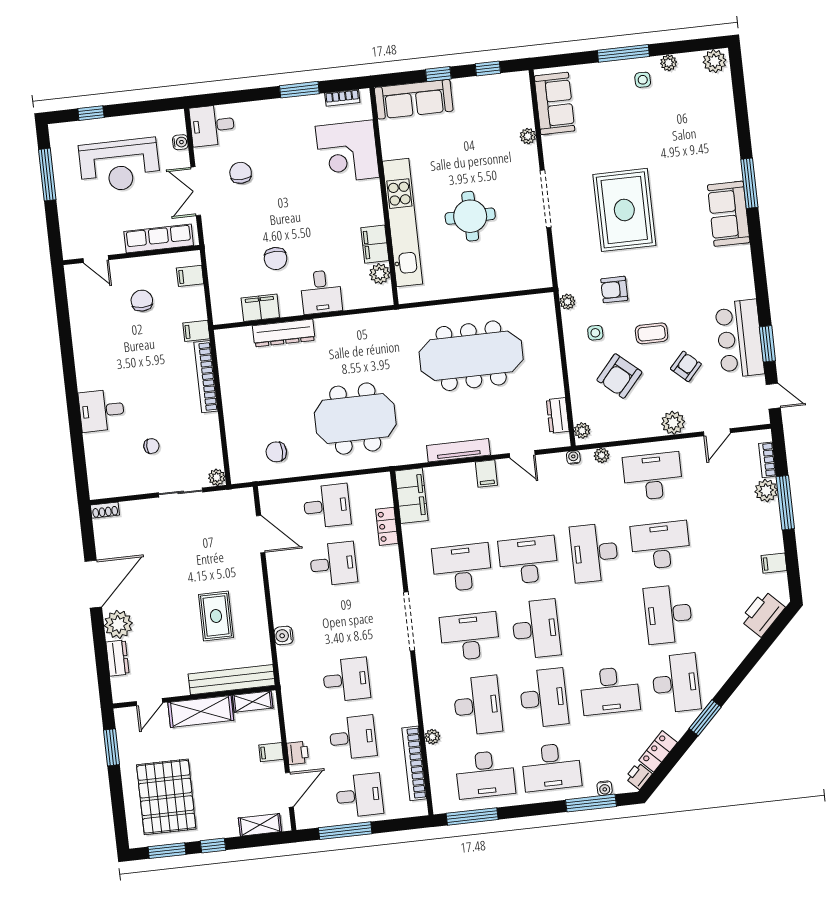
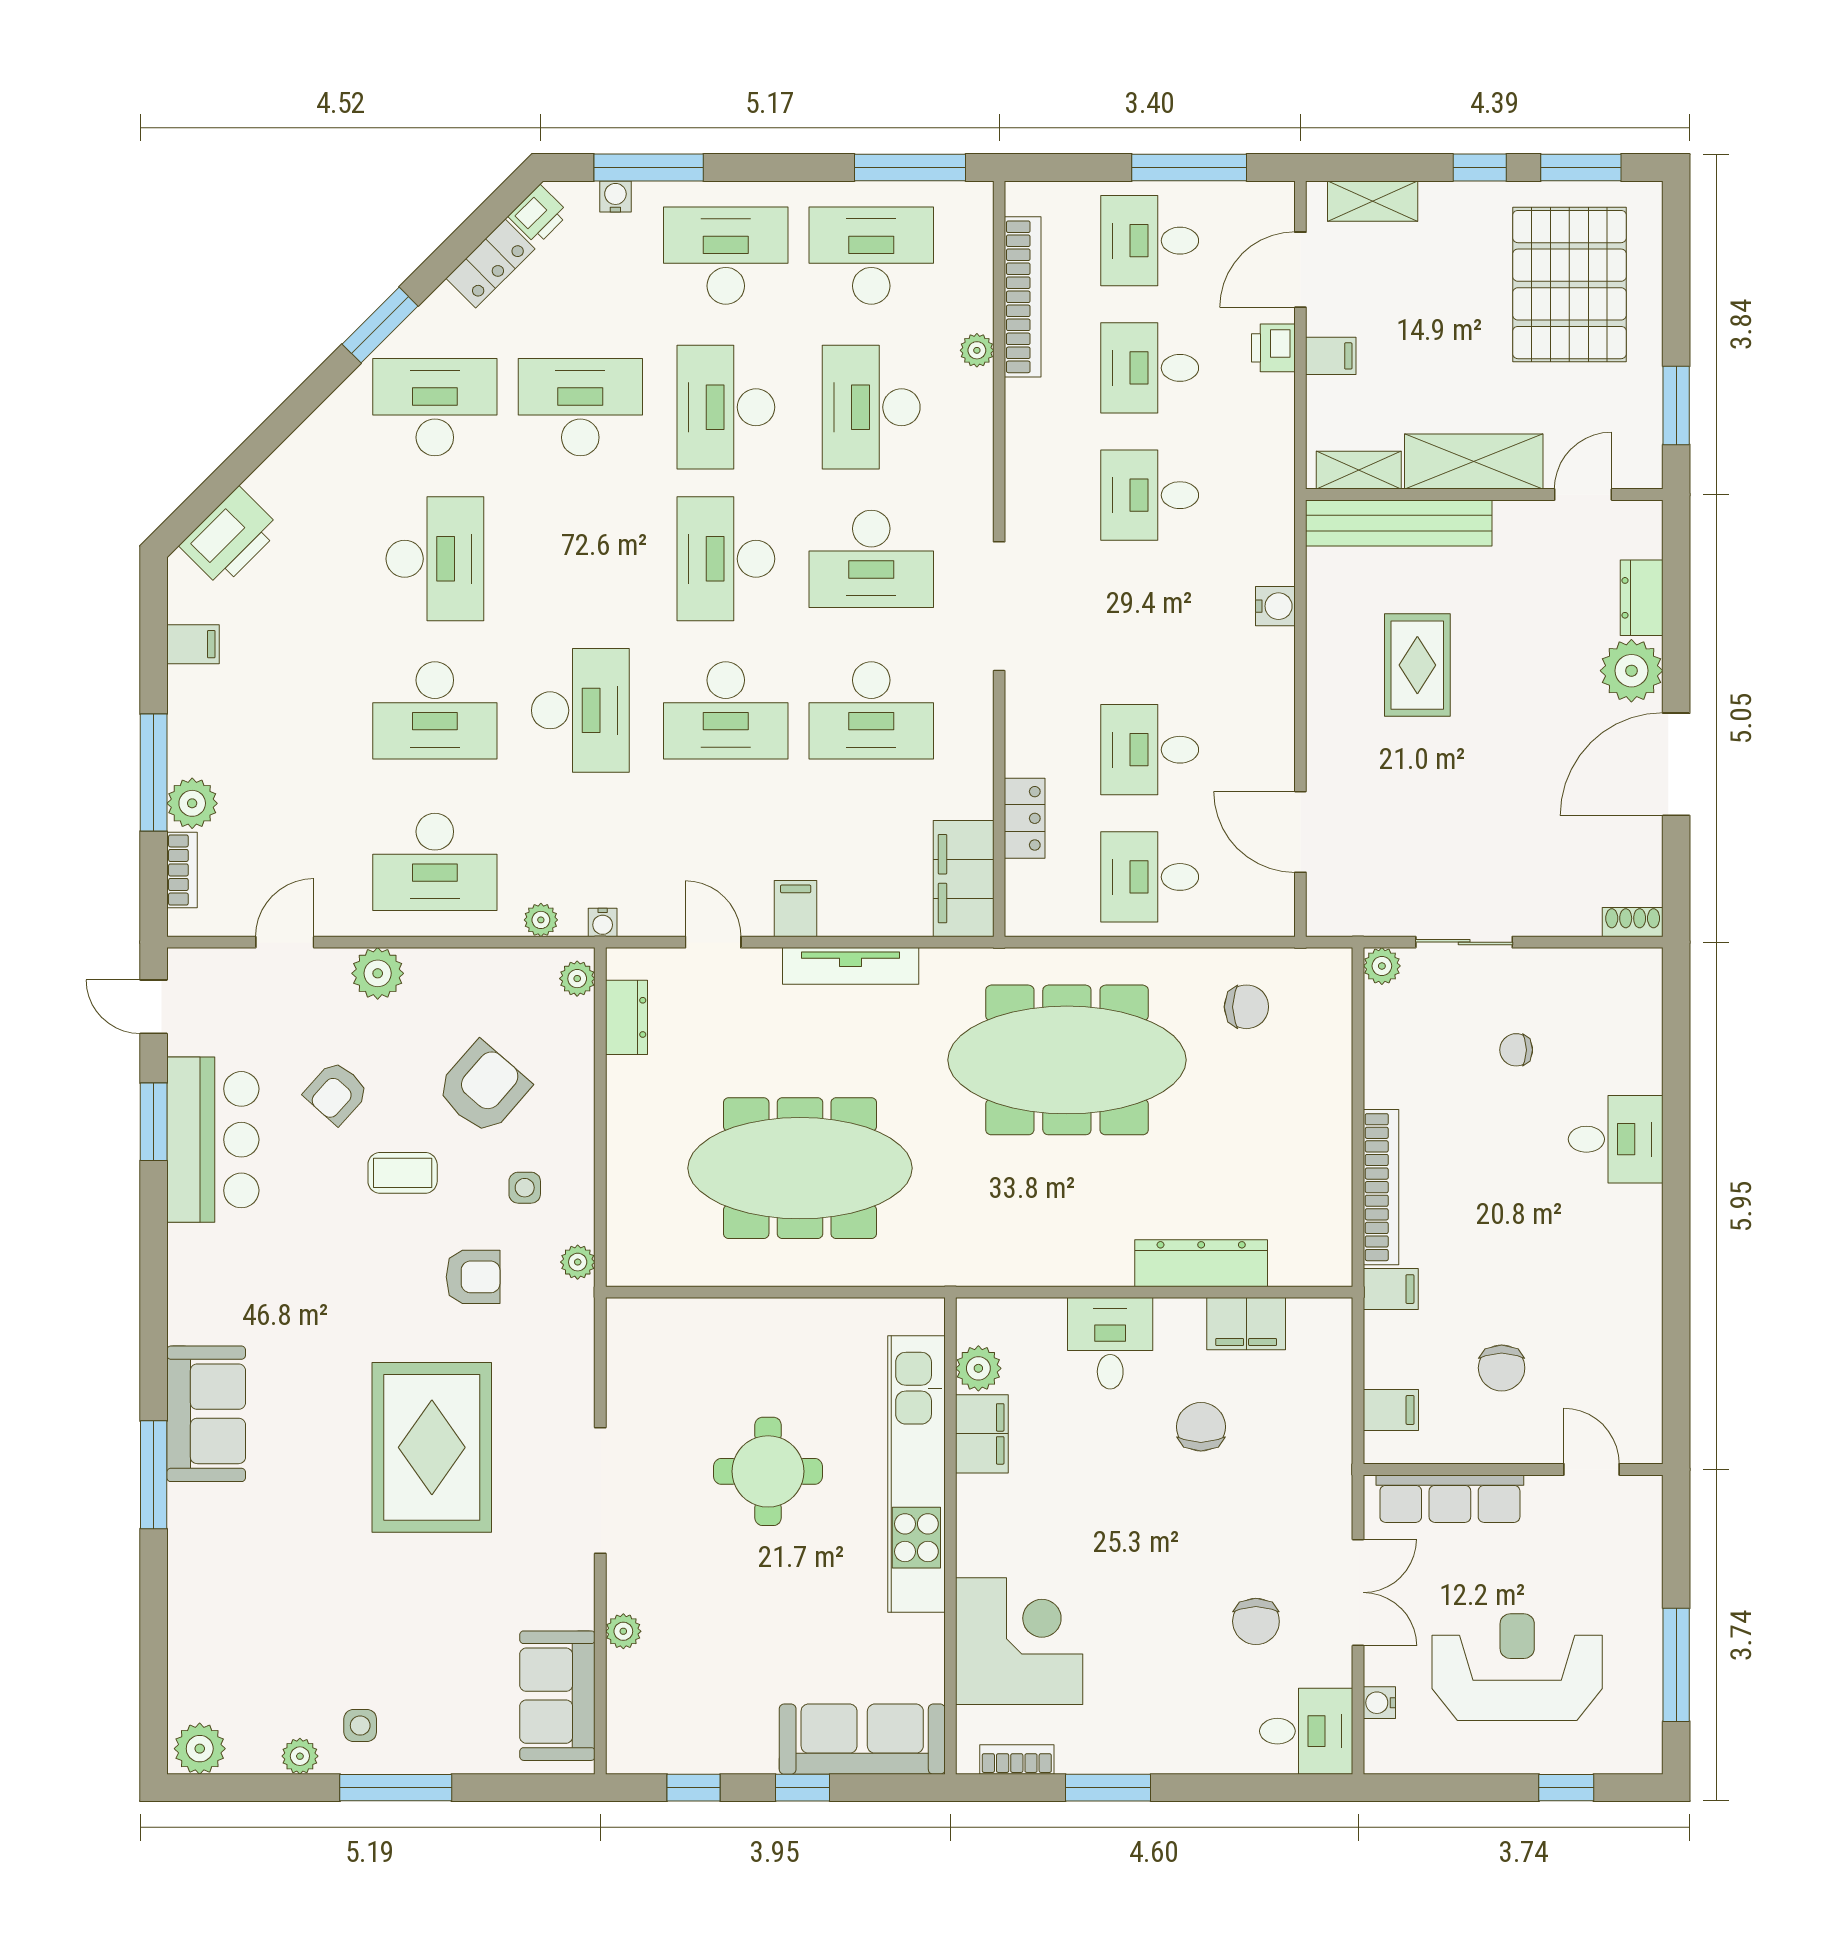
meeting table: (355, 419) -> (1067, 1060), width x1.36
desk: (676, 683) -> (435, 407), turned 90

